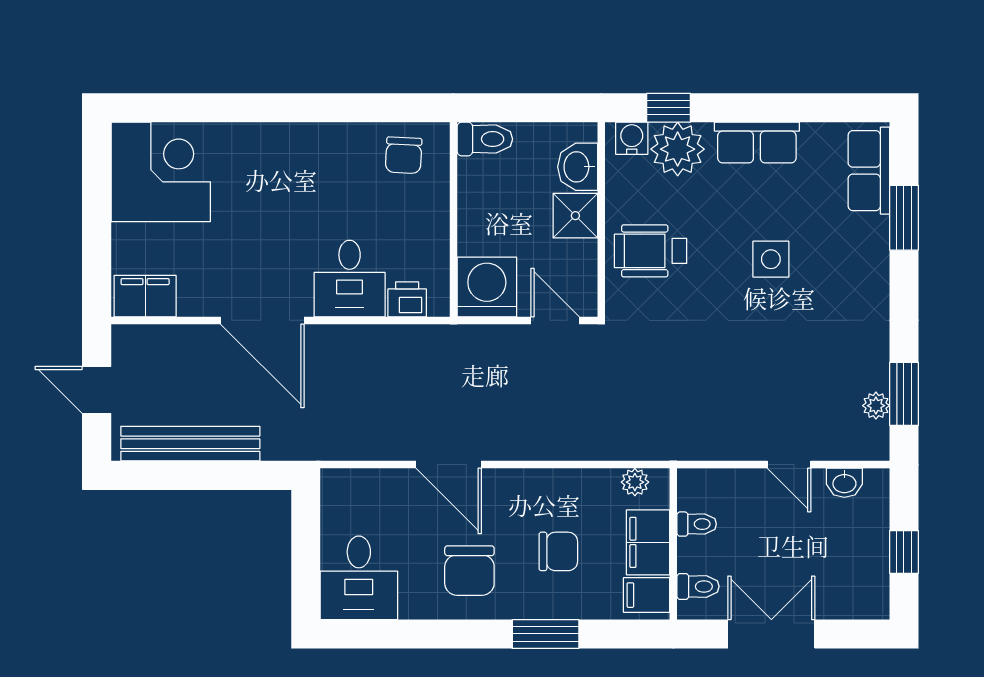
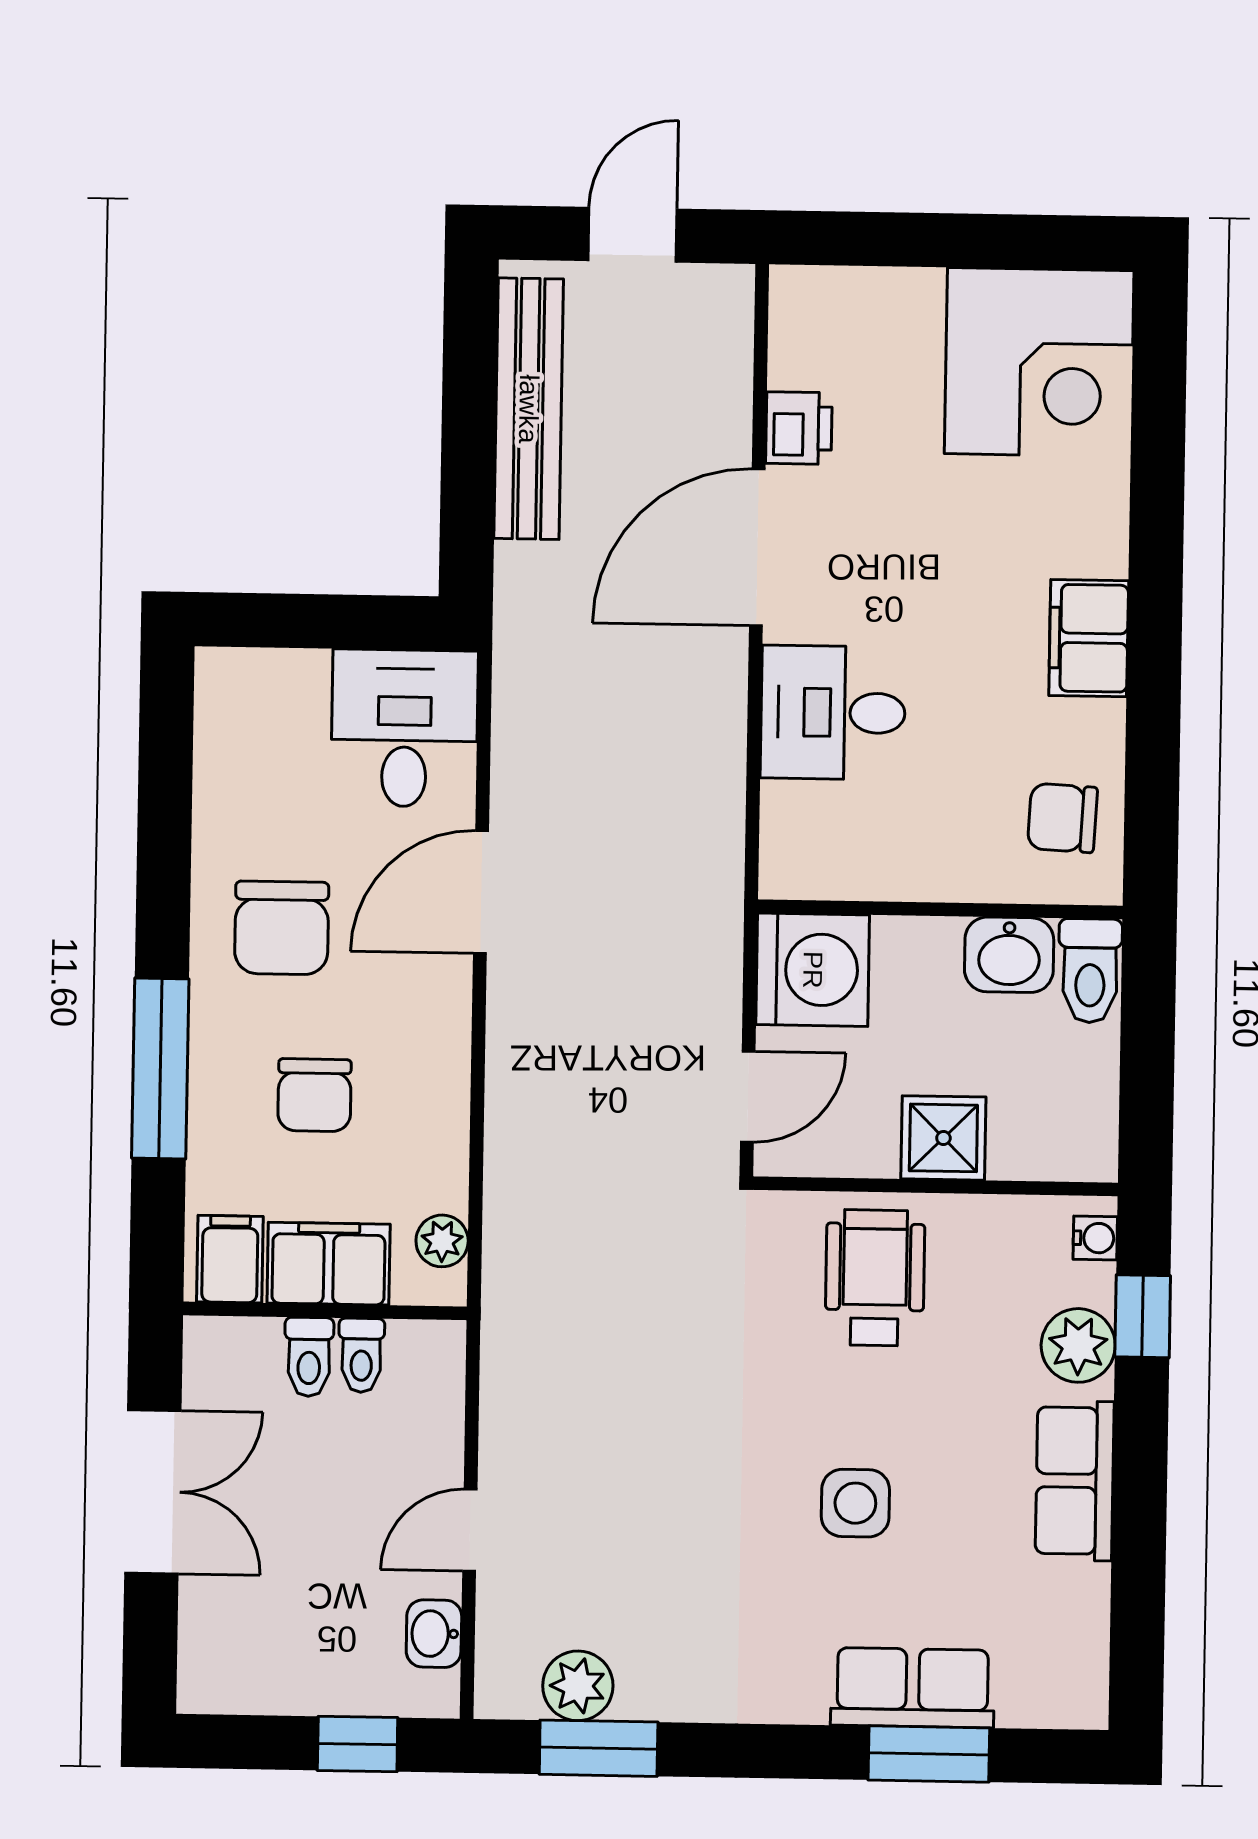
water cooler: (632, 138) -> (1095, 1238), width x0.72, depth x0.72
plant: (678, 149) -> (1078, 1345), width x0.73, depth x0.73
washbasin: (578, 167) -> (1009, 955), moved, turned 180
row of seats: (869, 171) -> (913, 1688), moved
filing cabinet: (145, 296) -> (1089, 638), moved, turned 180
printer: (407, 299) -> (799, 428), moved
plant: (876, 406) -> (578, 1686), width x1.38, depth x1.38
window: (904, 552) -> (358, 1744), moved
chair: (469, 571) -> (282, 928), turned -90
desk: (359, 578) -> (404, 728), moved, turned 90
toilet: (698, 586) -> (309, 1357), moved
window: (546, 634) -> (160, 1068), width x1.44

